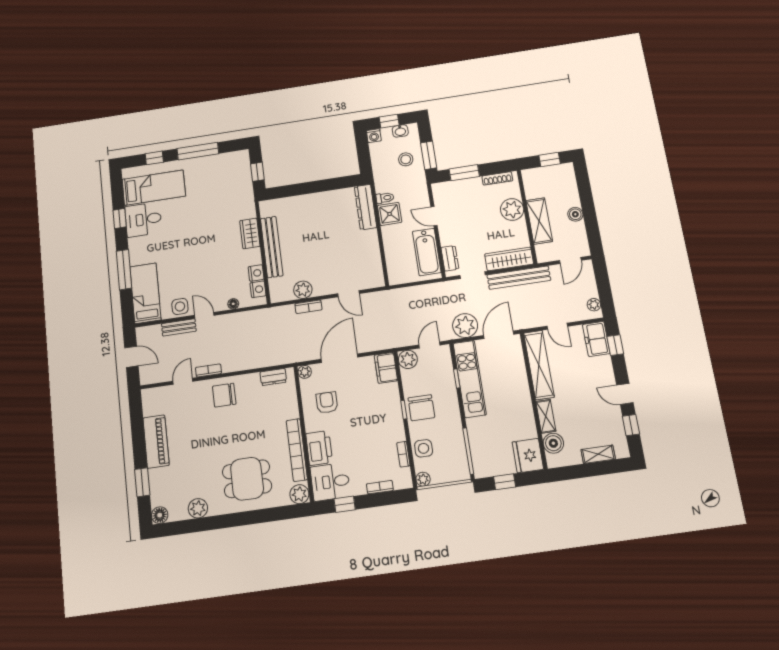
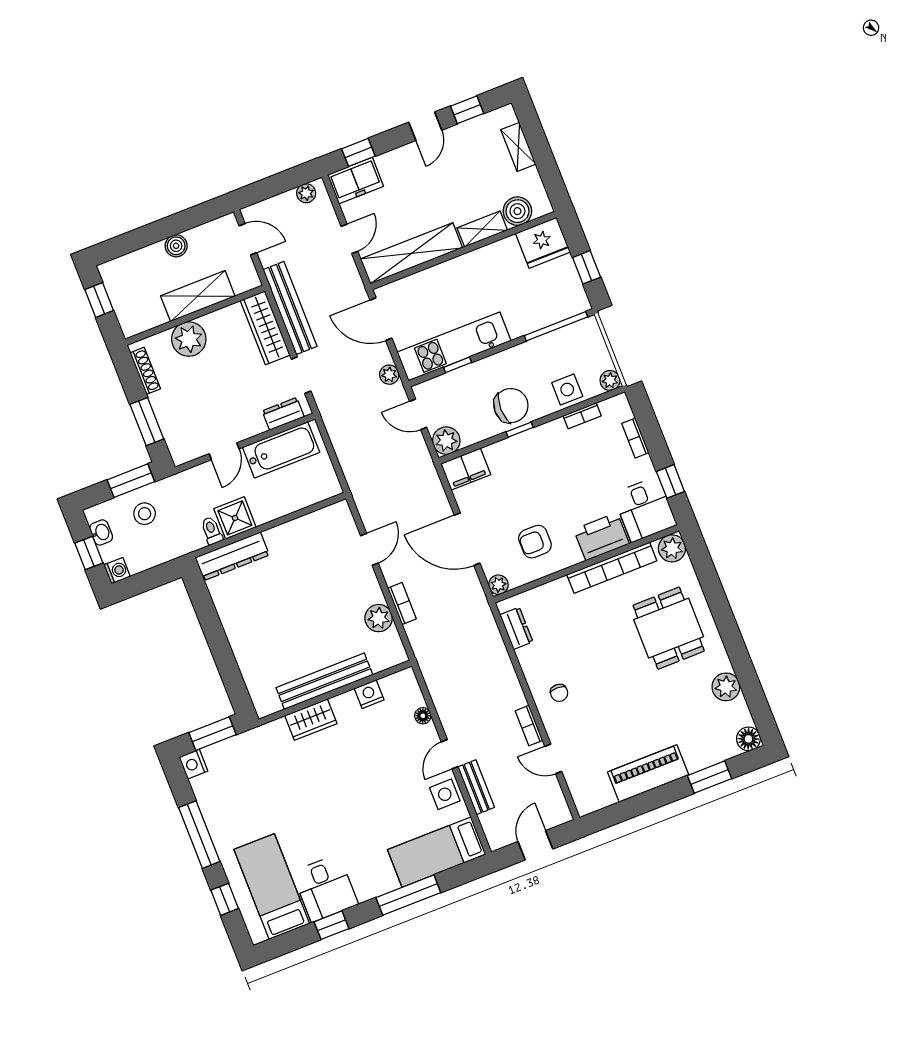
window: (257, 172) -> (212, 734), width x1.50
nightstand: (258, 289) -> (193, 764), moved, turned -90
plant: (465, 326) -> (389, 375), width x0.53, depth x0.53
chair: (224, 395) -> (559, 693), width x0.54, depth x0.54

